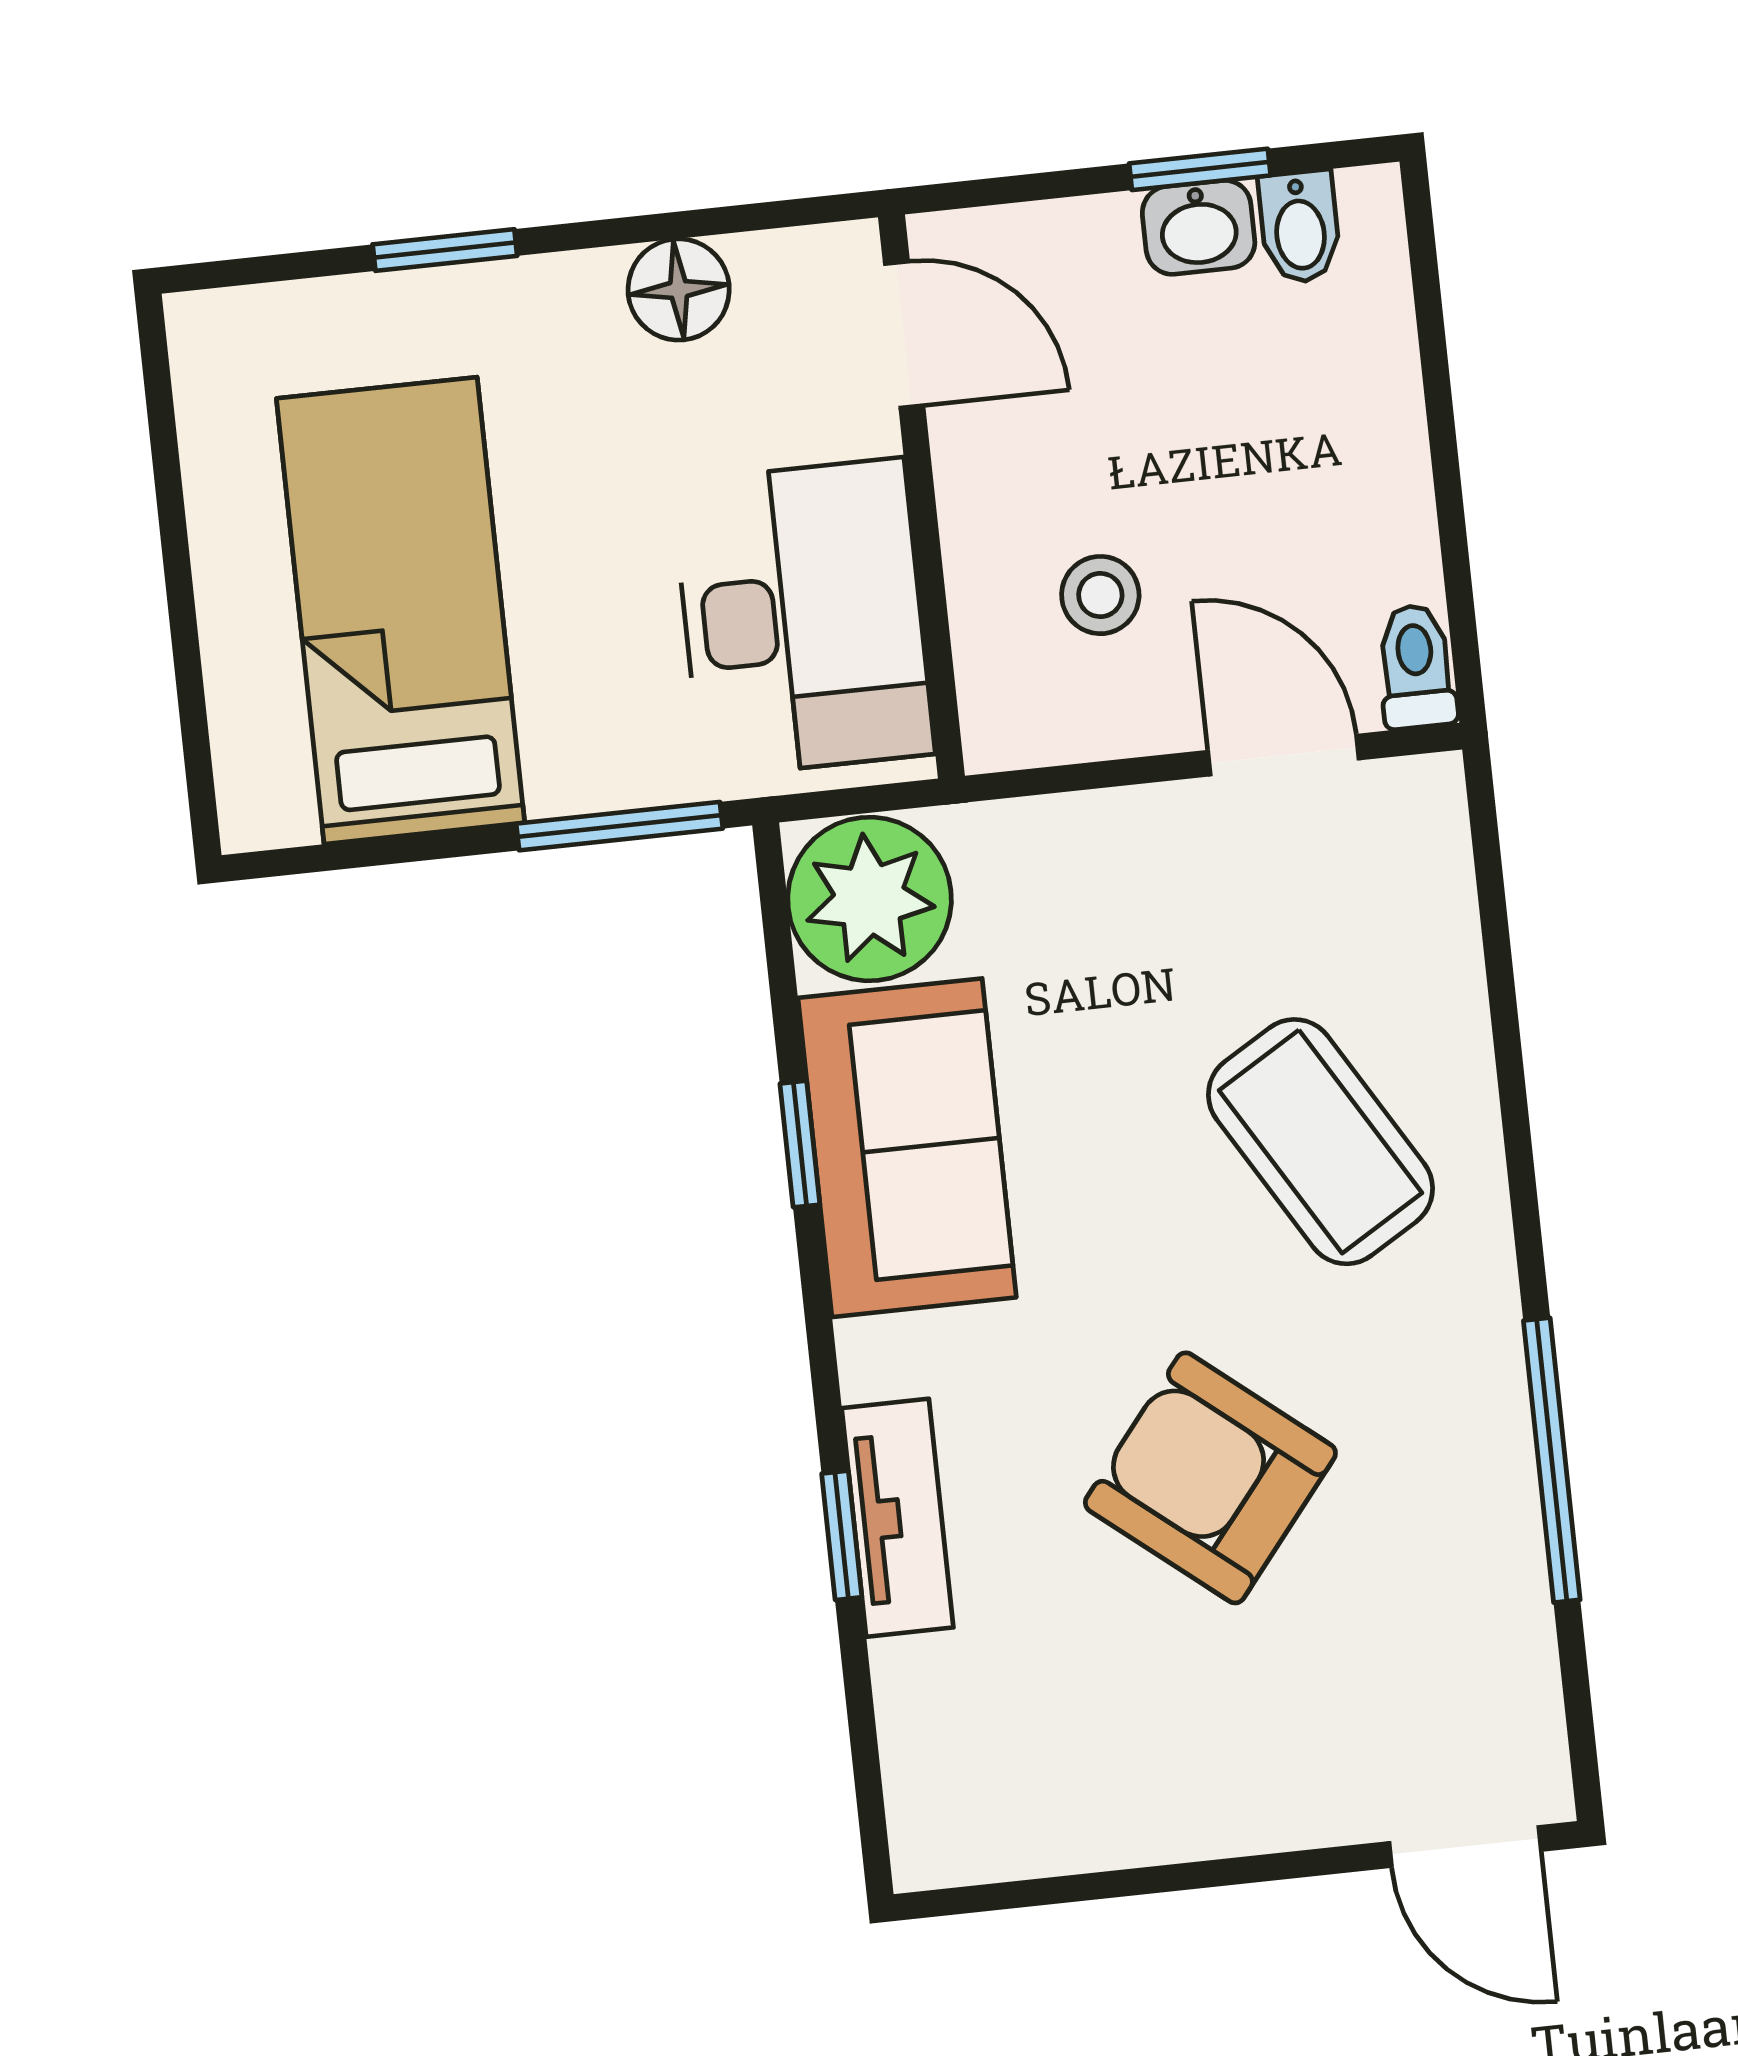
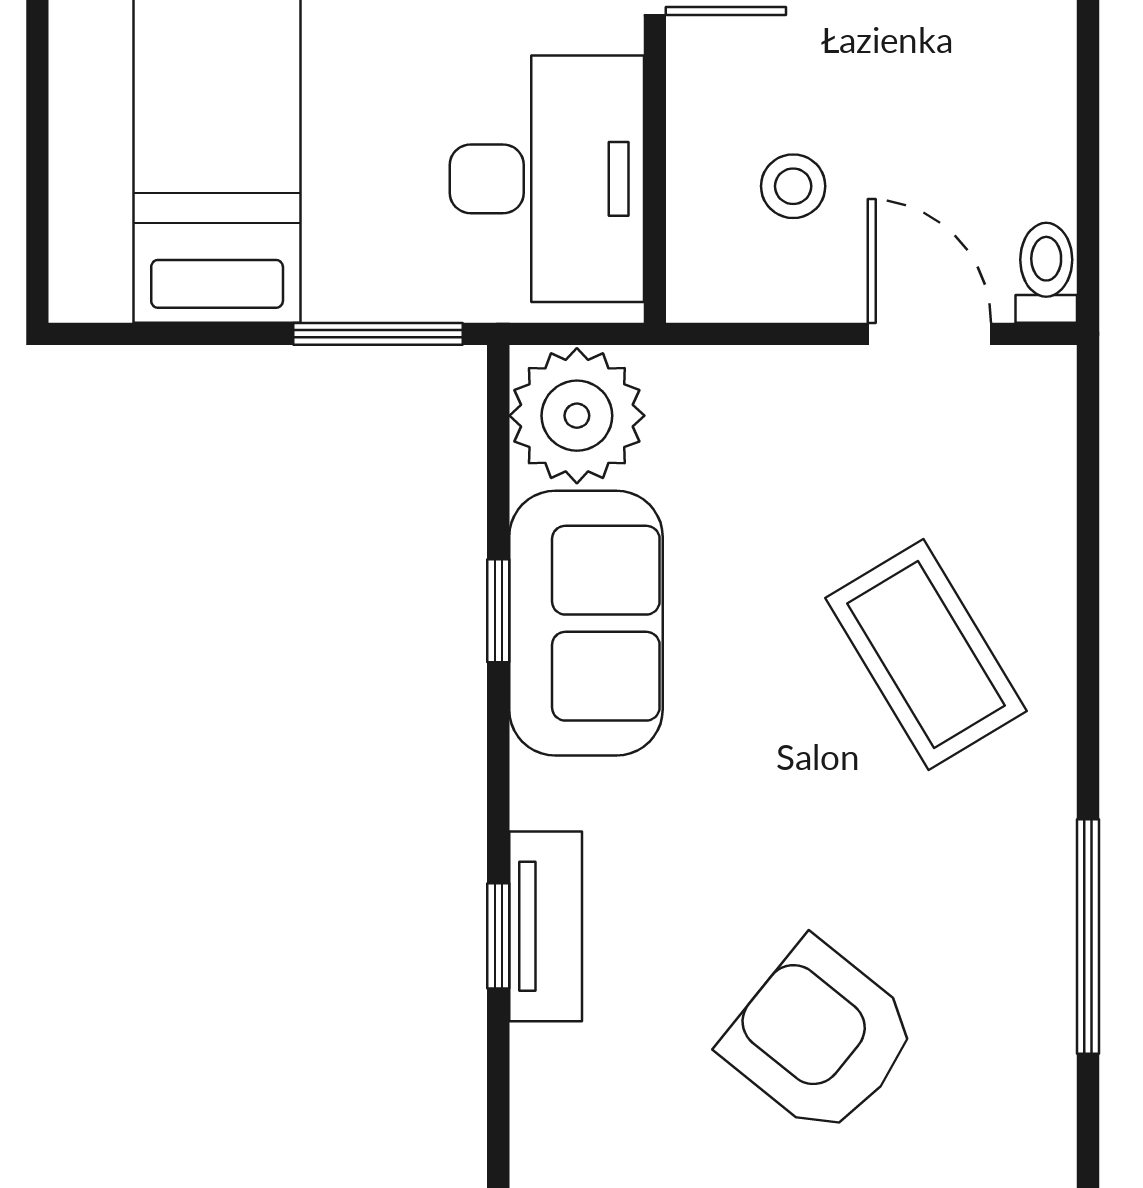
armchair: (1210, 1478) -> (820, 1038), moved

